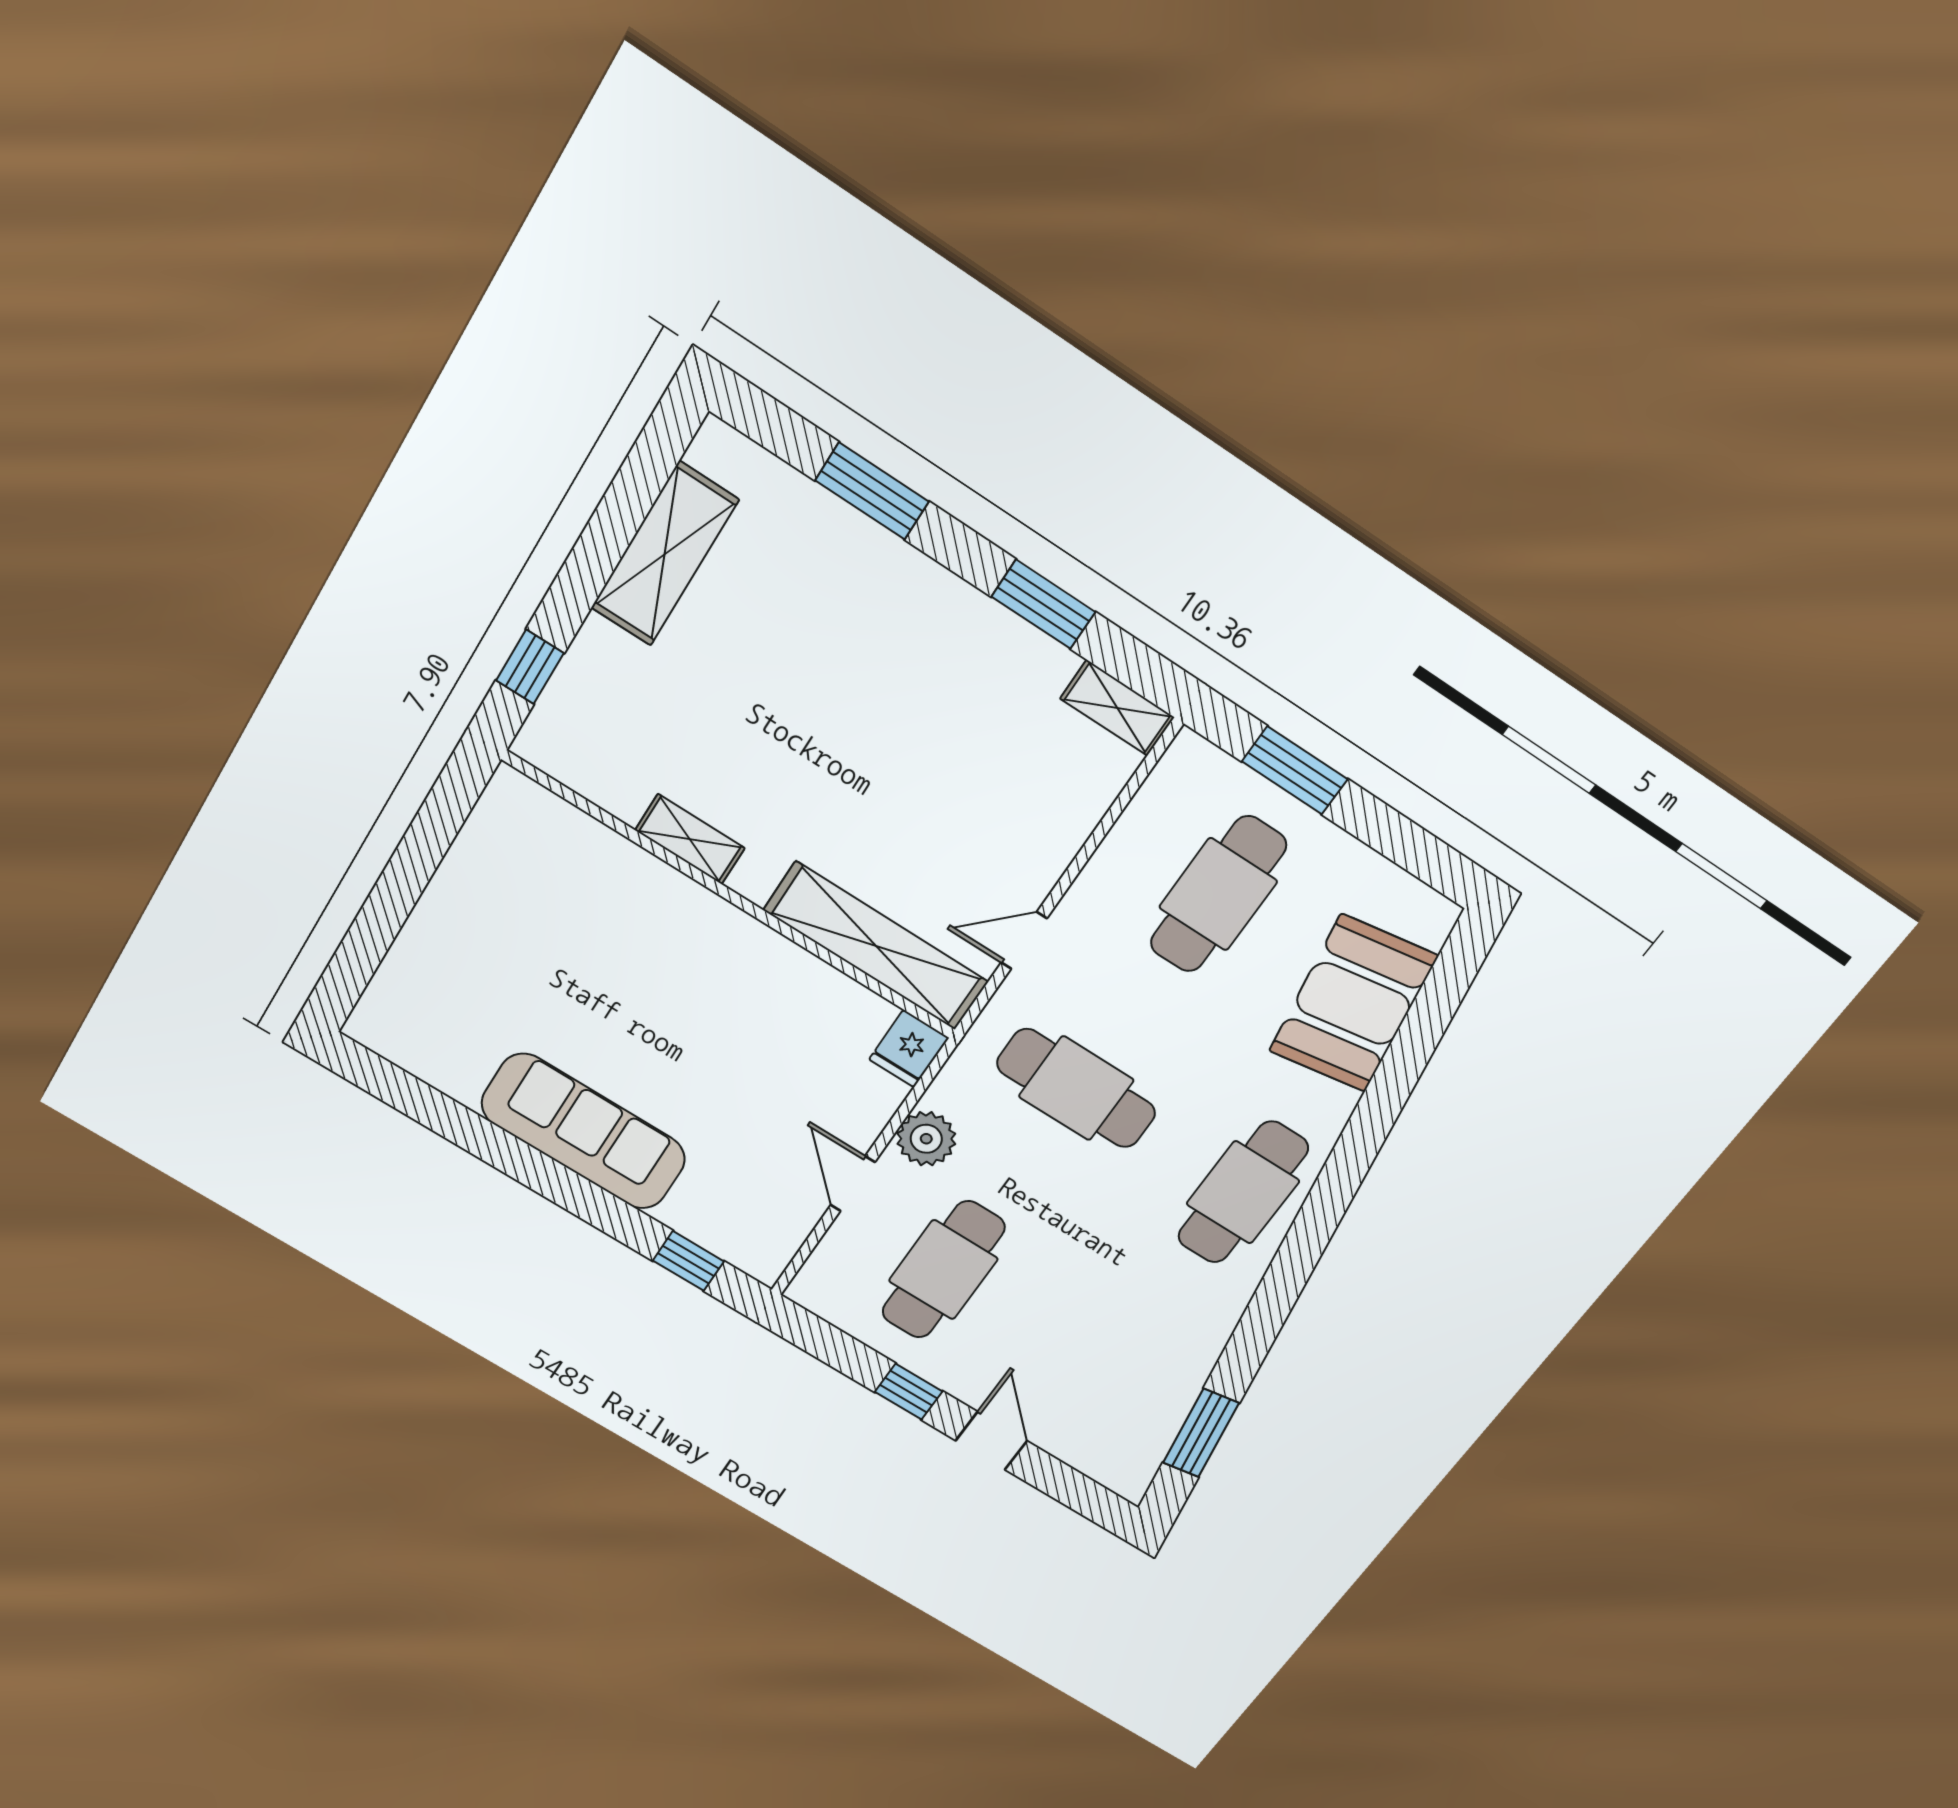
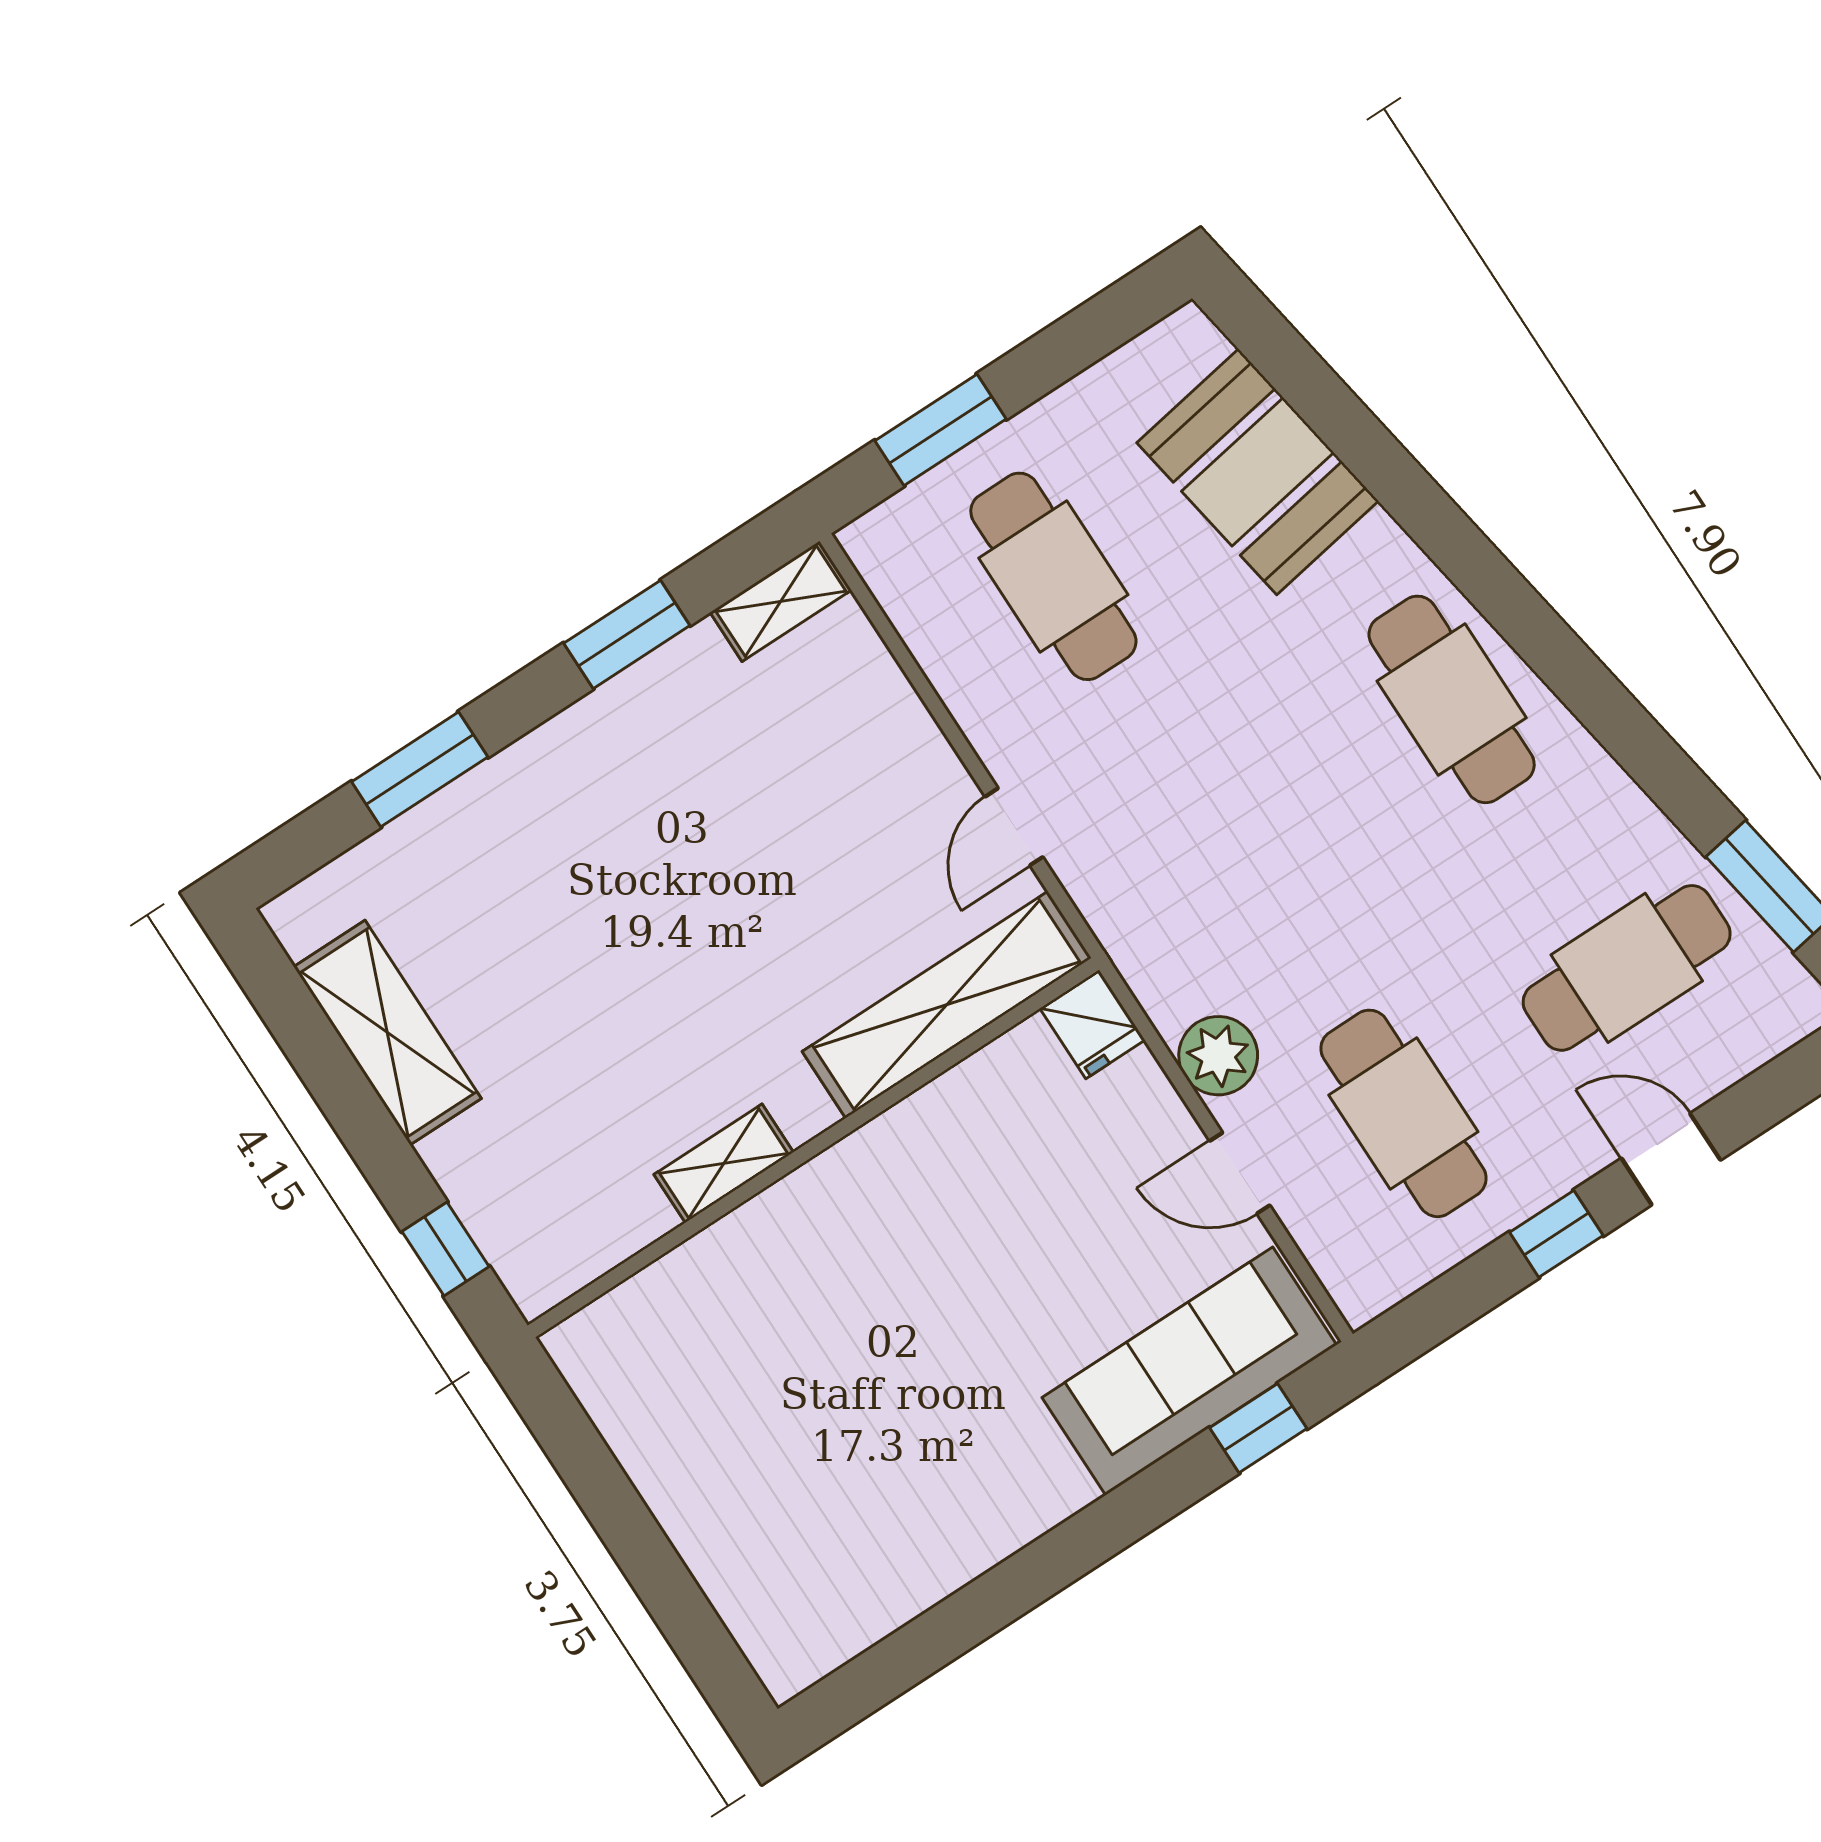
cafe table: (1076, 1088) -> (1627, 968), moved
sofa: (583, 1132) -> (1189, 1371), moved

